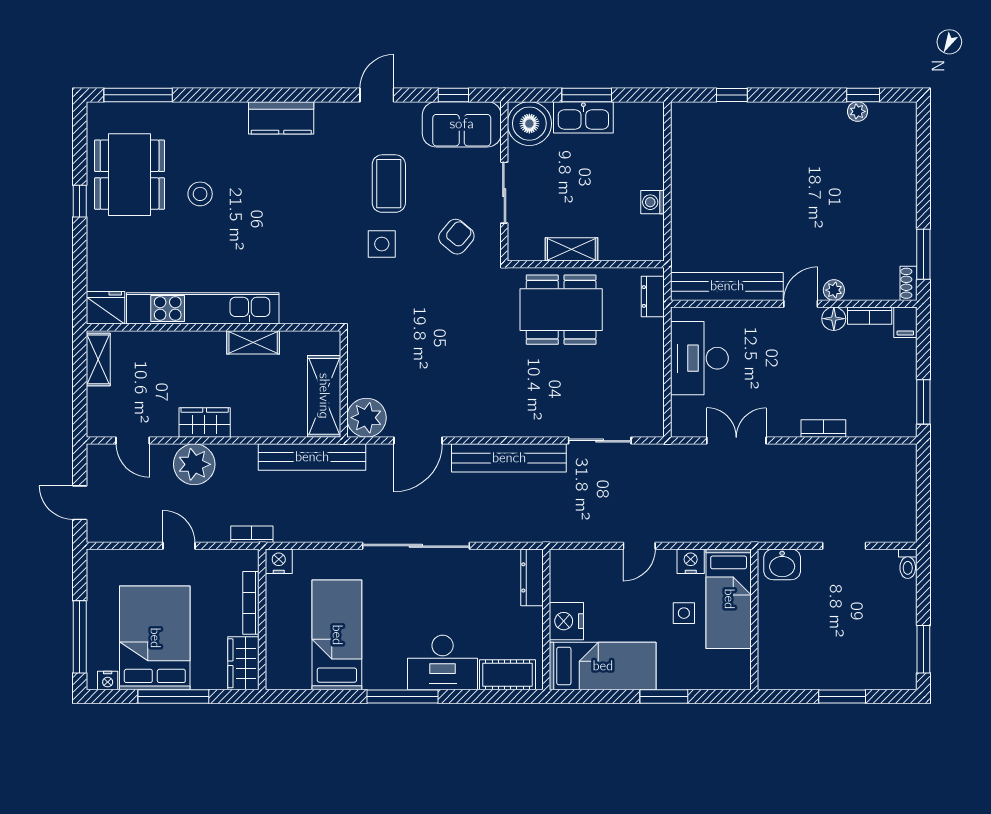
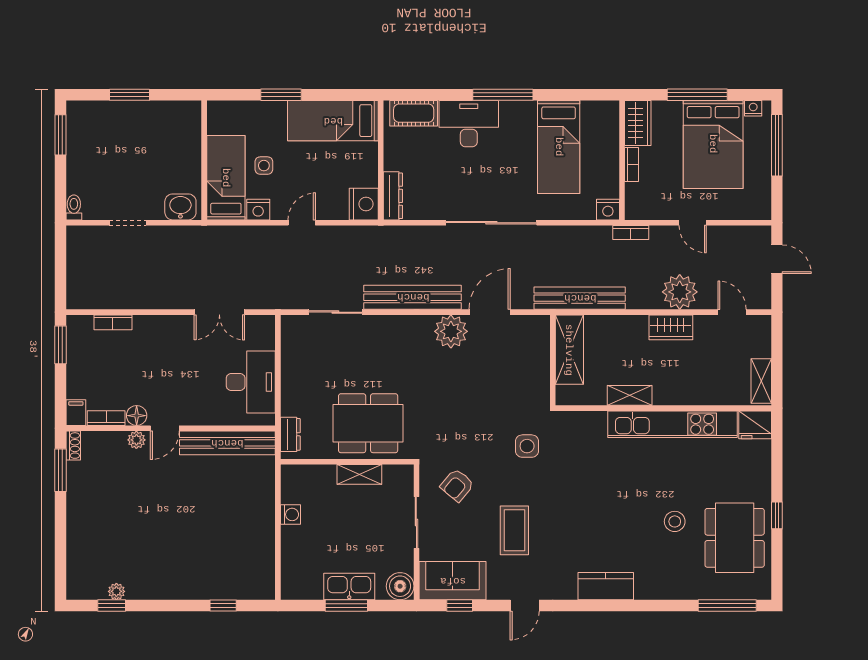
boiler: (529, 124) -> (400, 586), width x0.73, depth x0.73
side table: (382, 244) -> (527, 446), moved
plant: (366, 418) -> (451, 331), moved
bookcase: (823, 428) -> (113, 322), moved
bookcase: (251, 603) -> (632, 165), width x0.64
nightstand: (566, 621) -> (364, 204), moved

